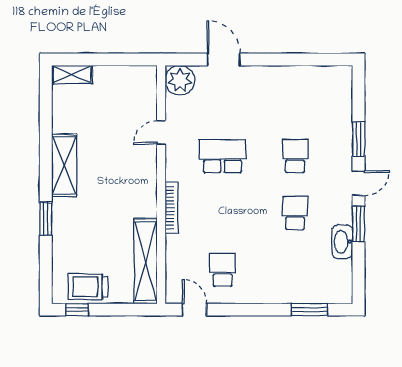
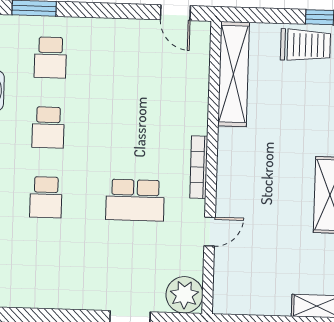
bookcase: (172, 208) -> (199, 167), moved
school desk: (223, 270) -> (50, 58), moved

